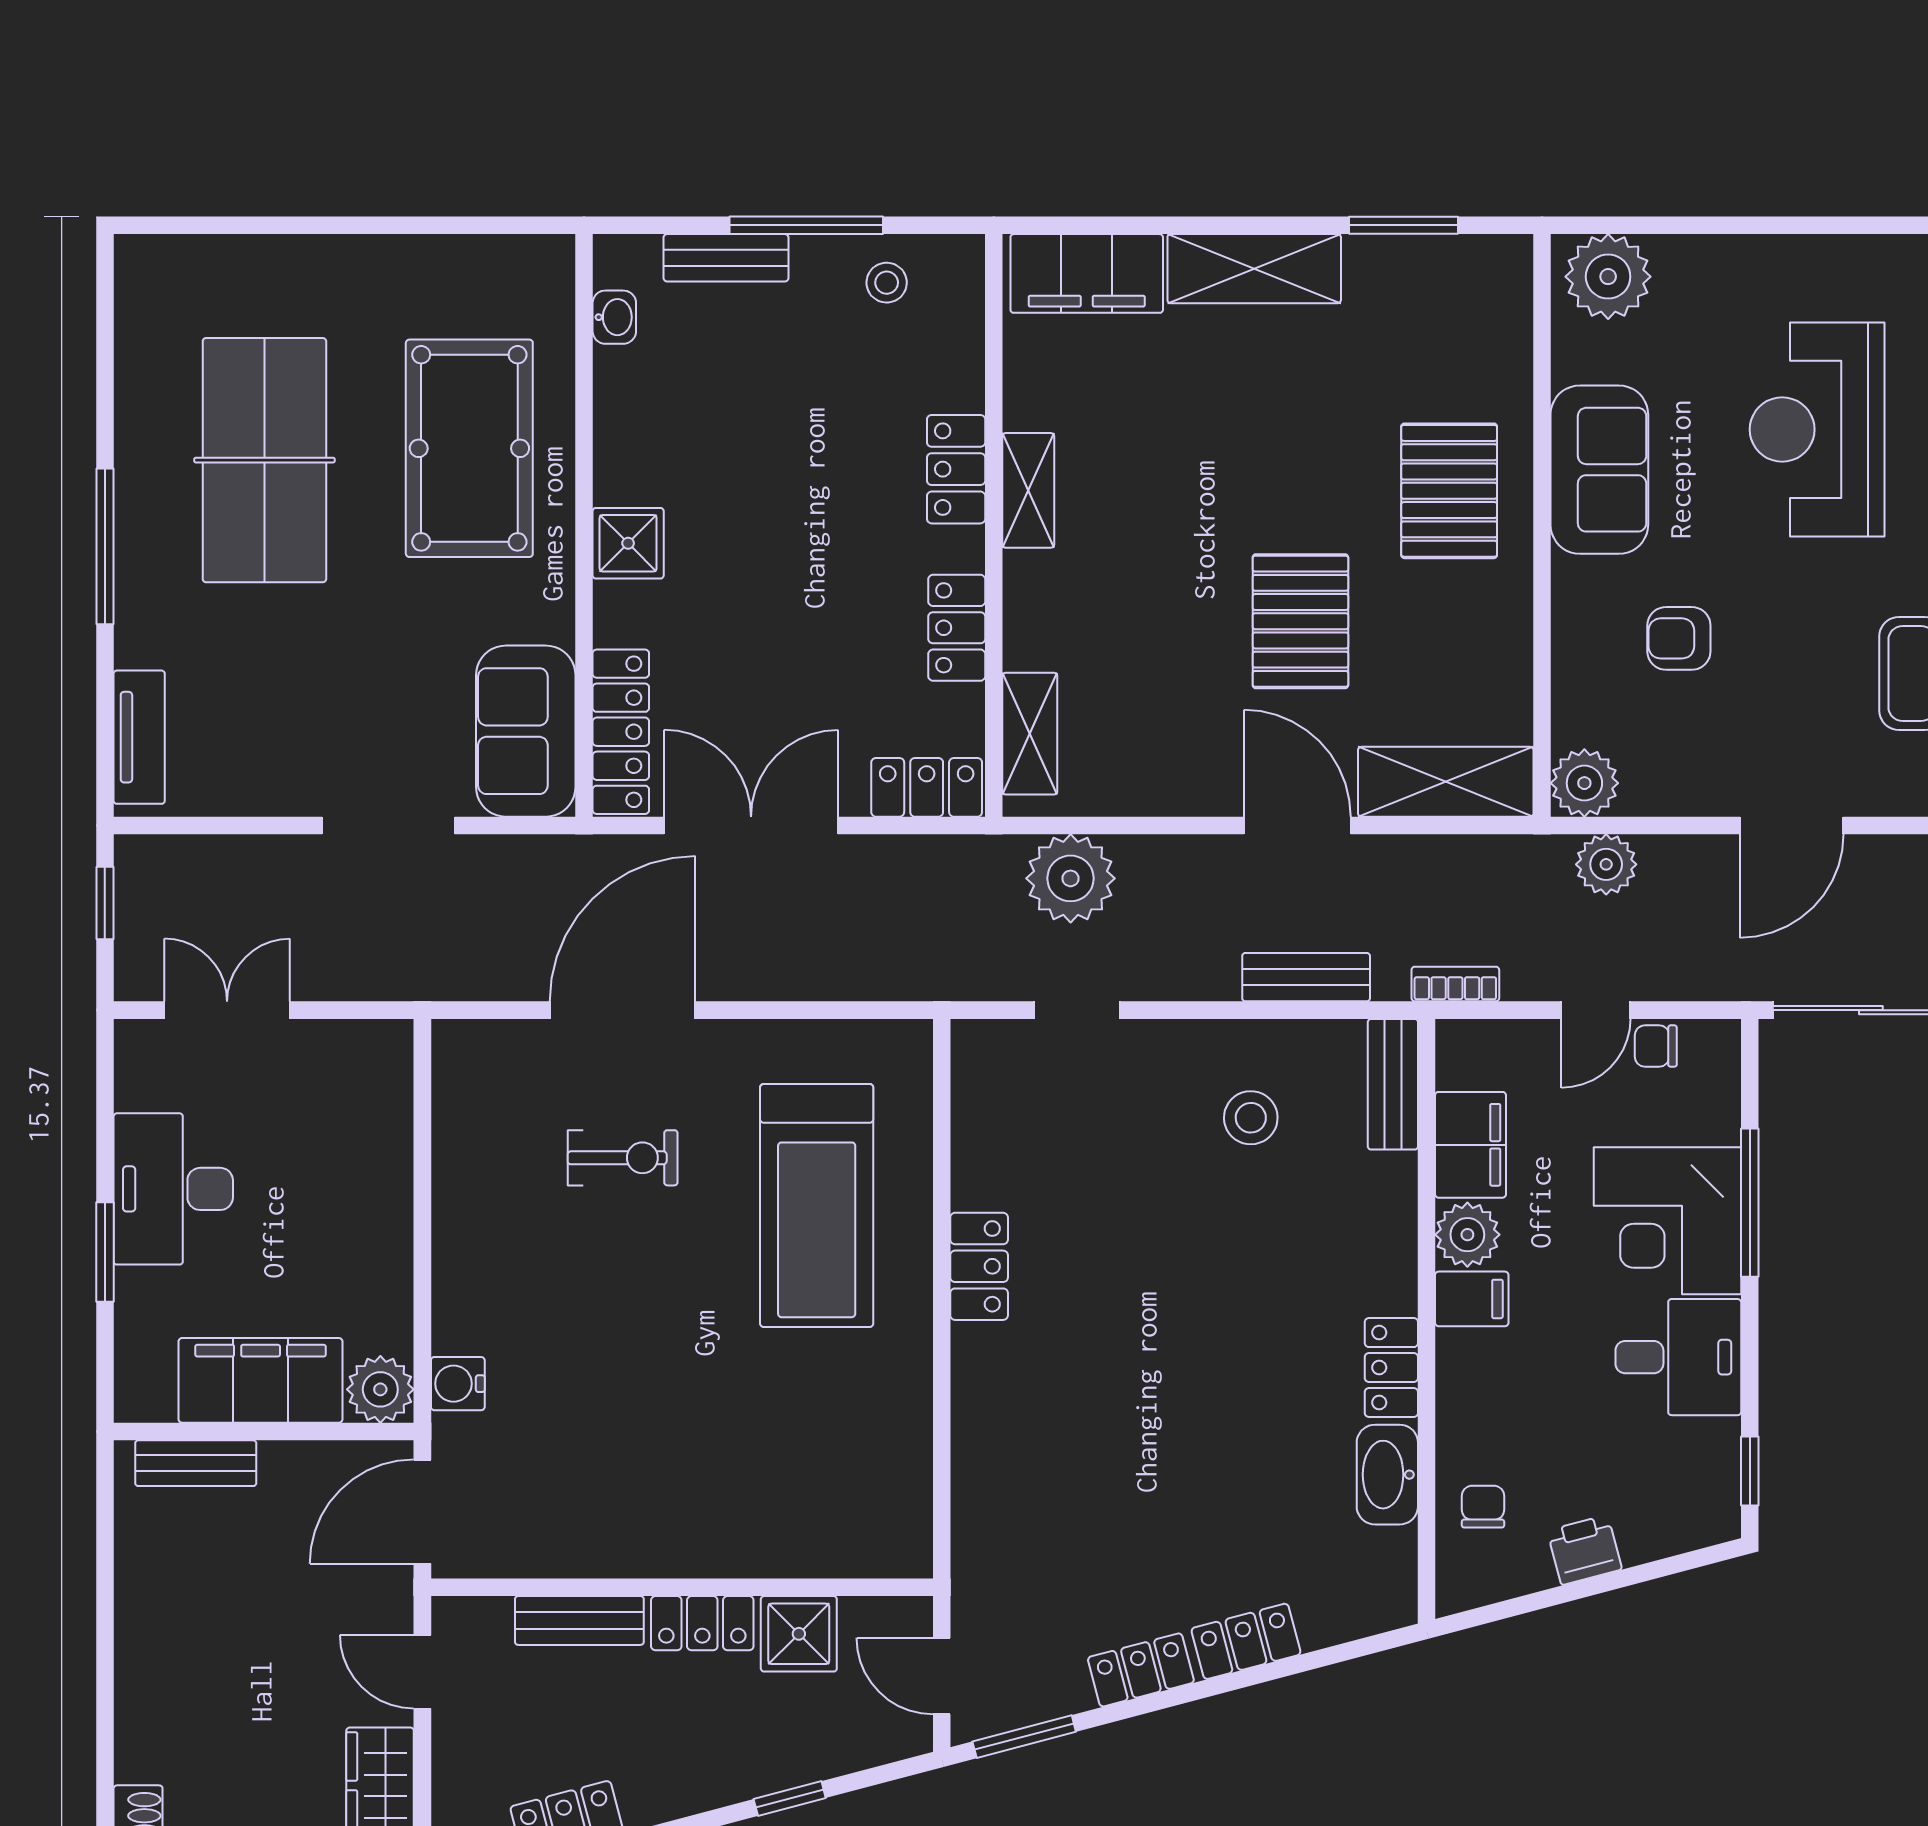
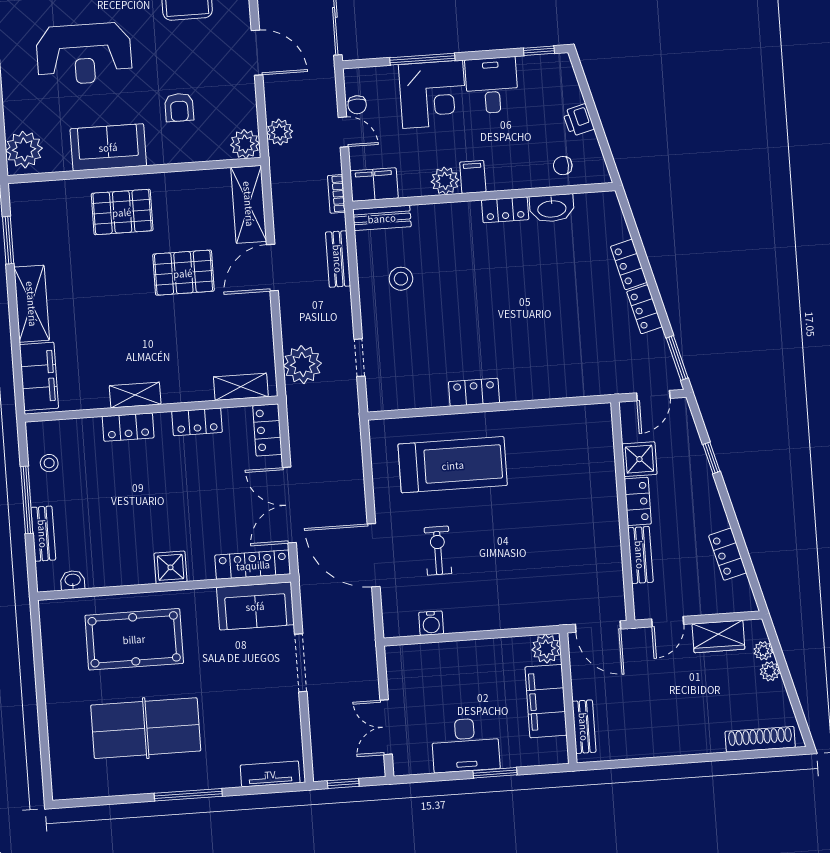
filing cabinet: (1471, 1145) -> (374, 185), moved
water cooler: (458, 1384) -> (431, 623), moved

